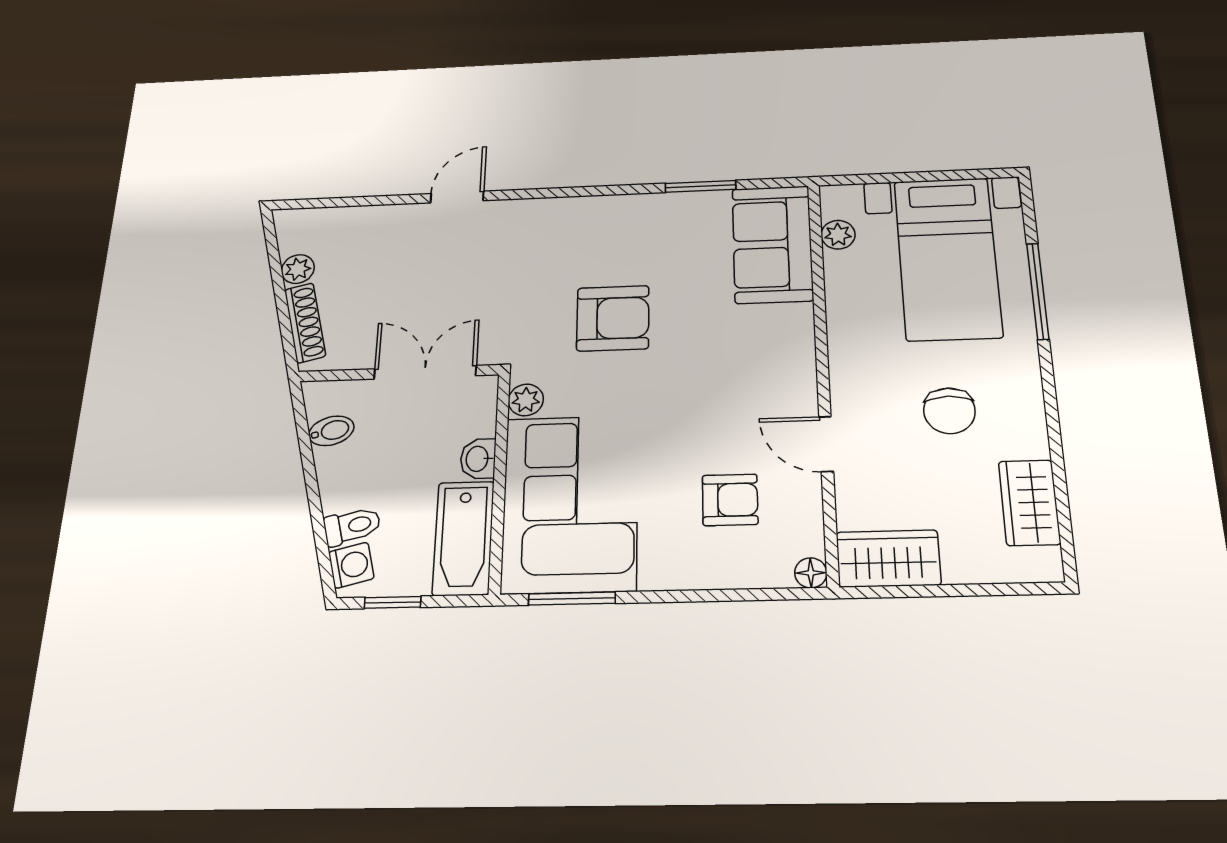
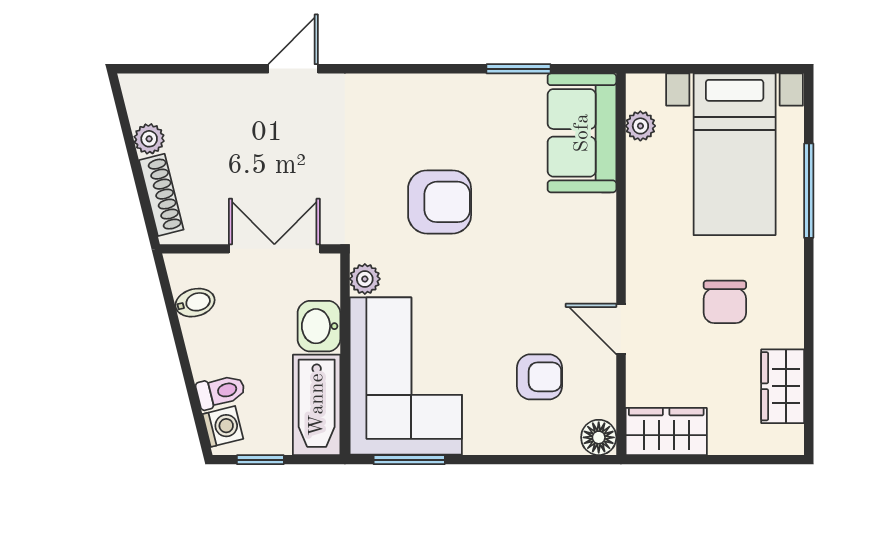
washbasin: (478, 459) -> (319, 326), width x1.38, depth x1.45
floor lamp: (811, 573) -> (599, 437), width x1.37, depth x1.37

